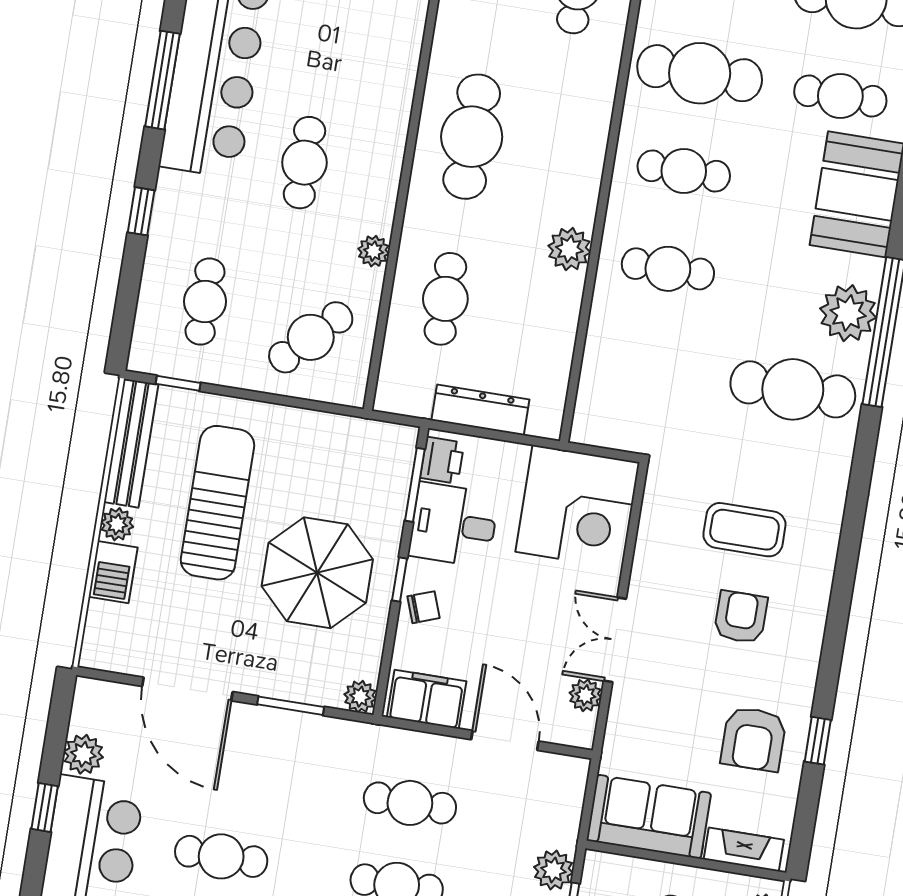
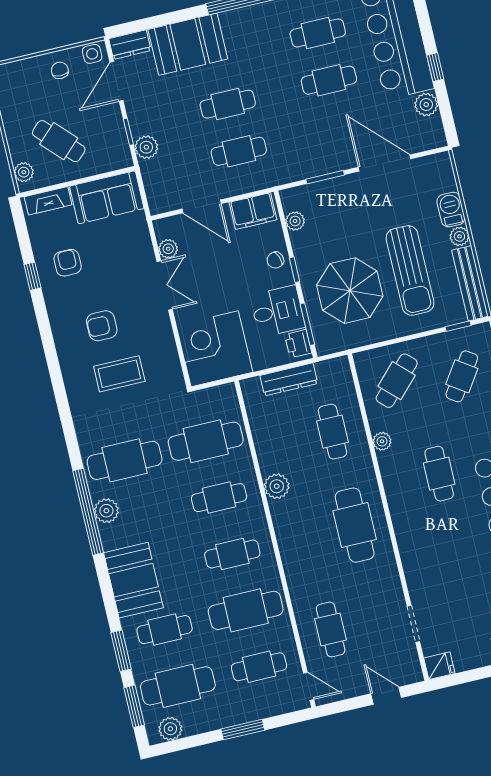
cafe table: (205, 302) -> (462, 376), turned 34
plant: (848, 313) -> (106, 511), width x0.73, depth x0.73
cafe table: (652, 367) -> (206, 441), added
parasol: (317, 573) -> (350, 291), moved
armchair: (741, 617) -> (102, 326), turned 90
plant: (360, 697) -> (295, 221), moved
armchair: (754, 739) -> (68, 263), width x0.72, depth x0.72

